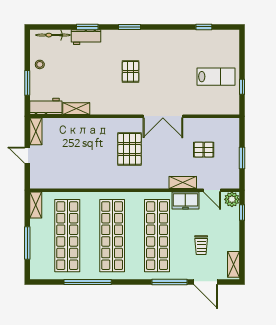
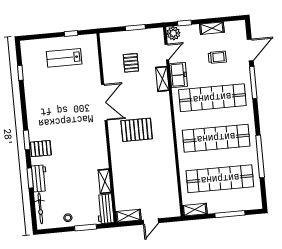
pallet: (131, 71) -> (41, 149), moved
lab bench: (216, 77) -> (64, 58), turned -90
shelving: (234, 264) -> (212, 28), moved

